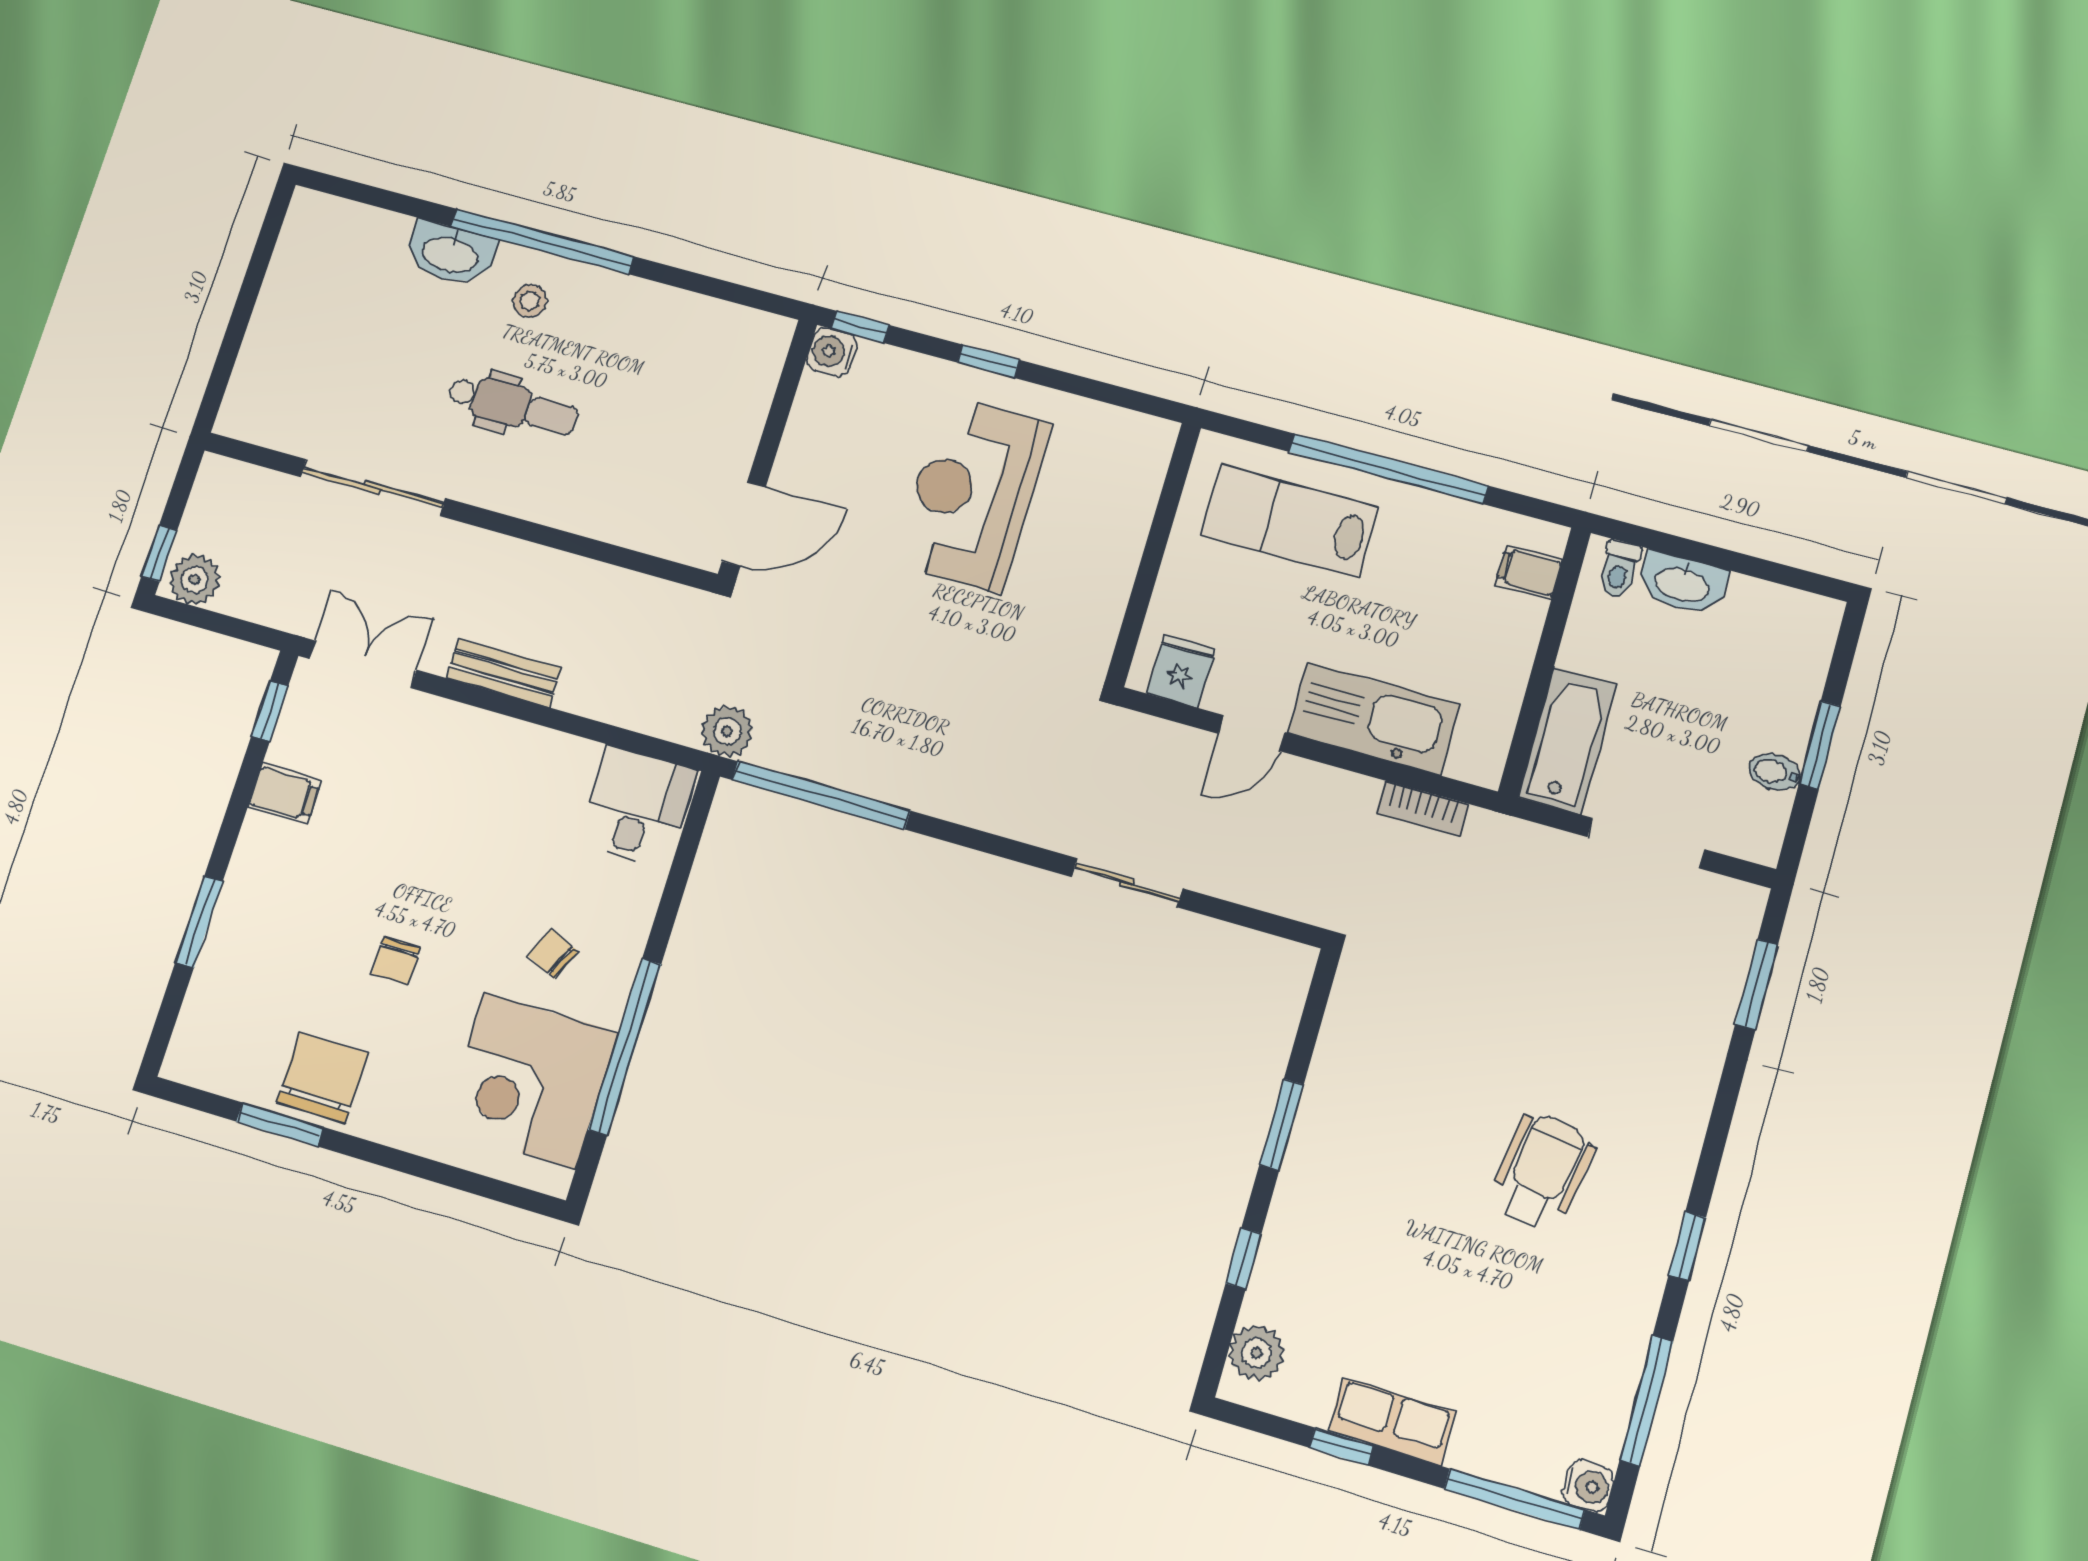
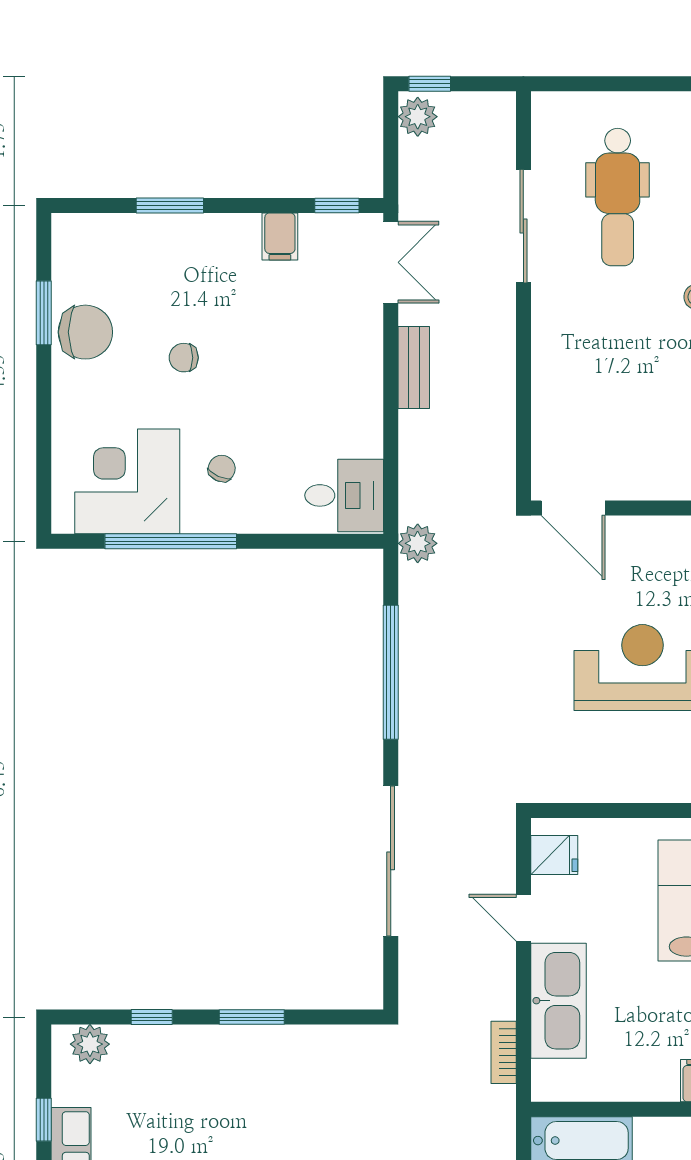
dental chair: (513, 406) -> (618, 197), moved, width x1.36, depth x1.38
window: (821, 795) -> (391, 672), moved
sliding door: (1127, 883) -> (391, 861), width x1.86

